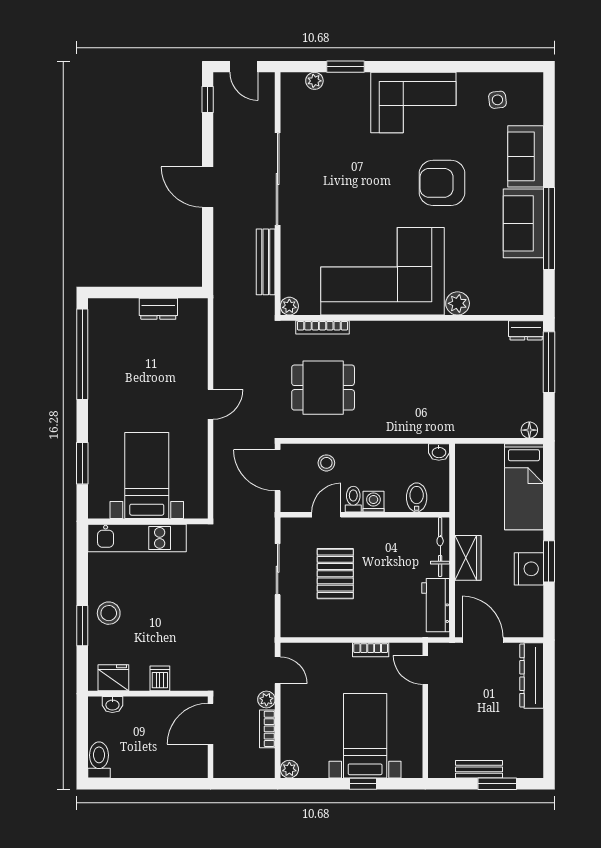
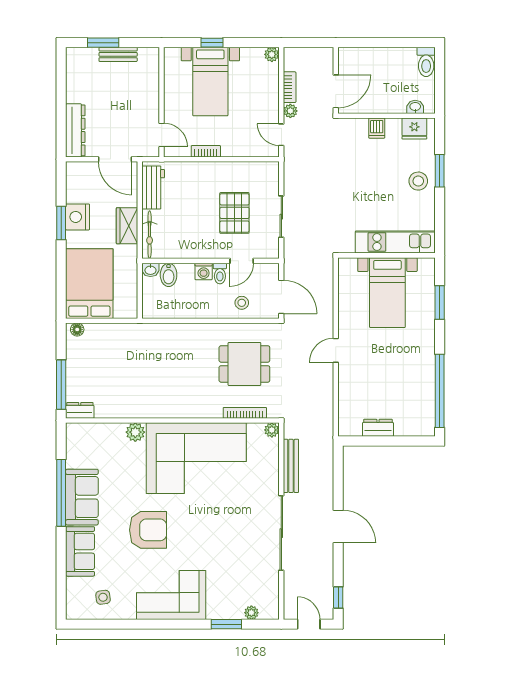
washbasin: (439, 452) -> (150, 270), moved, turned 180
bed: (524, 487) -> (89, 284), width x1.50

